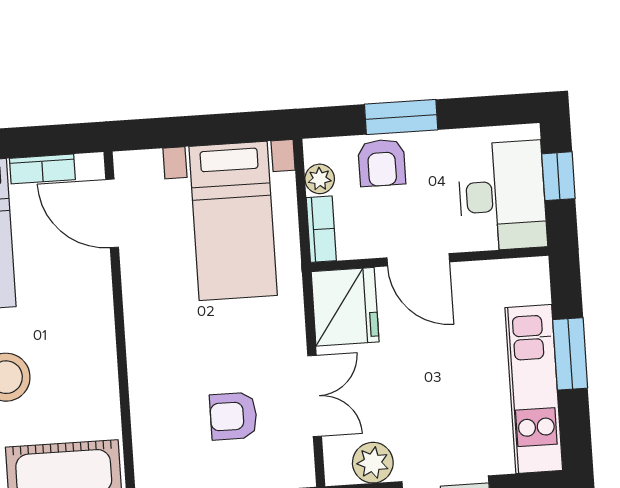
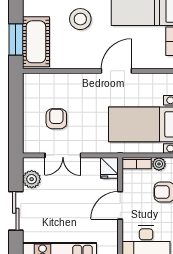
door: (112, 213) -> (116, 71), moved
fridge: (345, 307) -> (109, 168), width x0.53, depth x0.75

